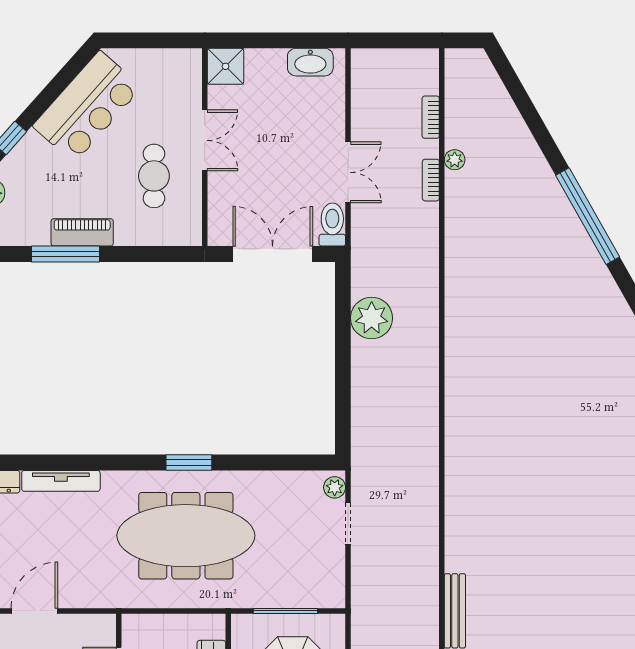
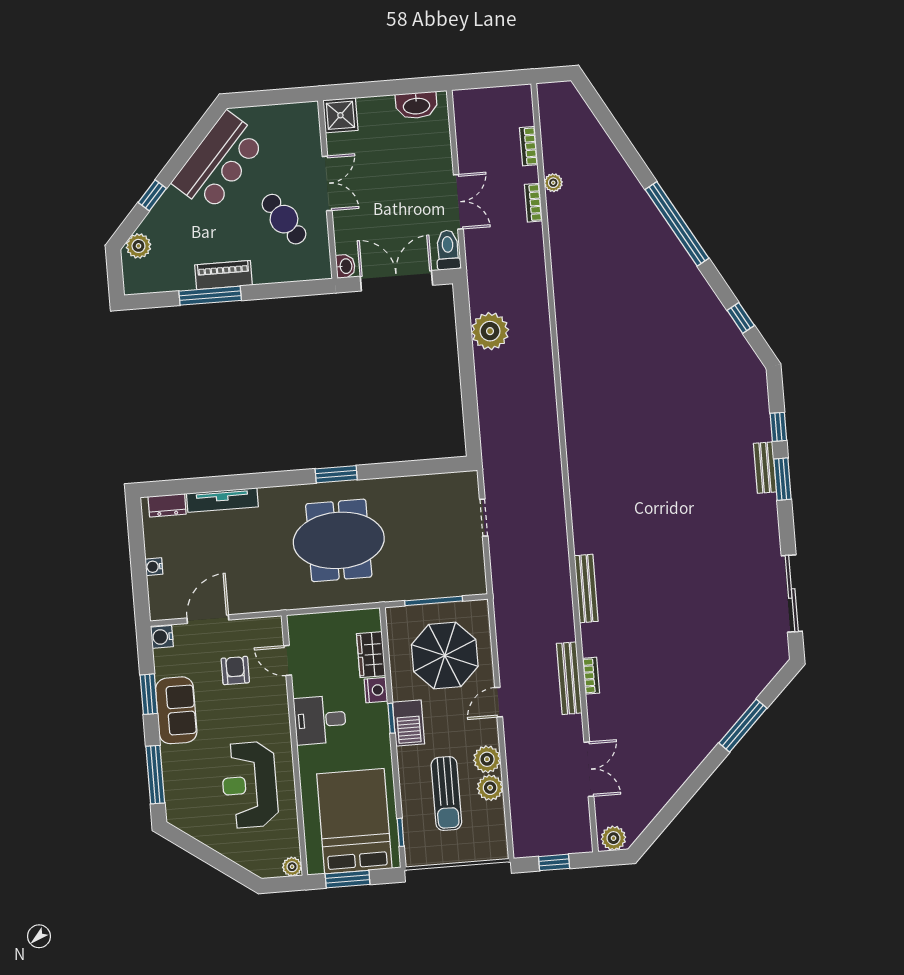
cafe table: (154, 176) -> (284, 219), turned -34
washbasin: (218, 233) -> (345, 266), added
plant: (335, 487) -> (469, 486), removed
meeting table: (186, 536) -> (339, 540), width x0.73

